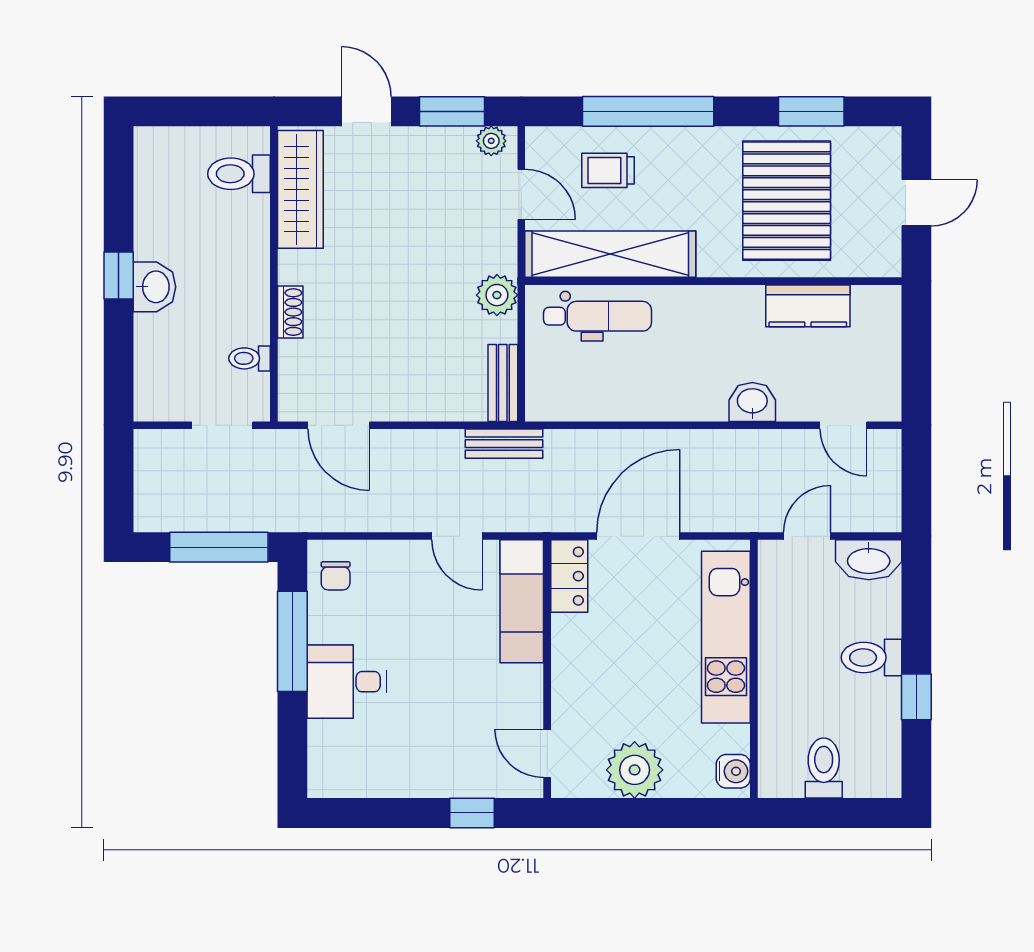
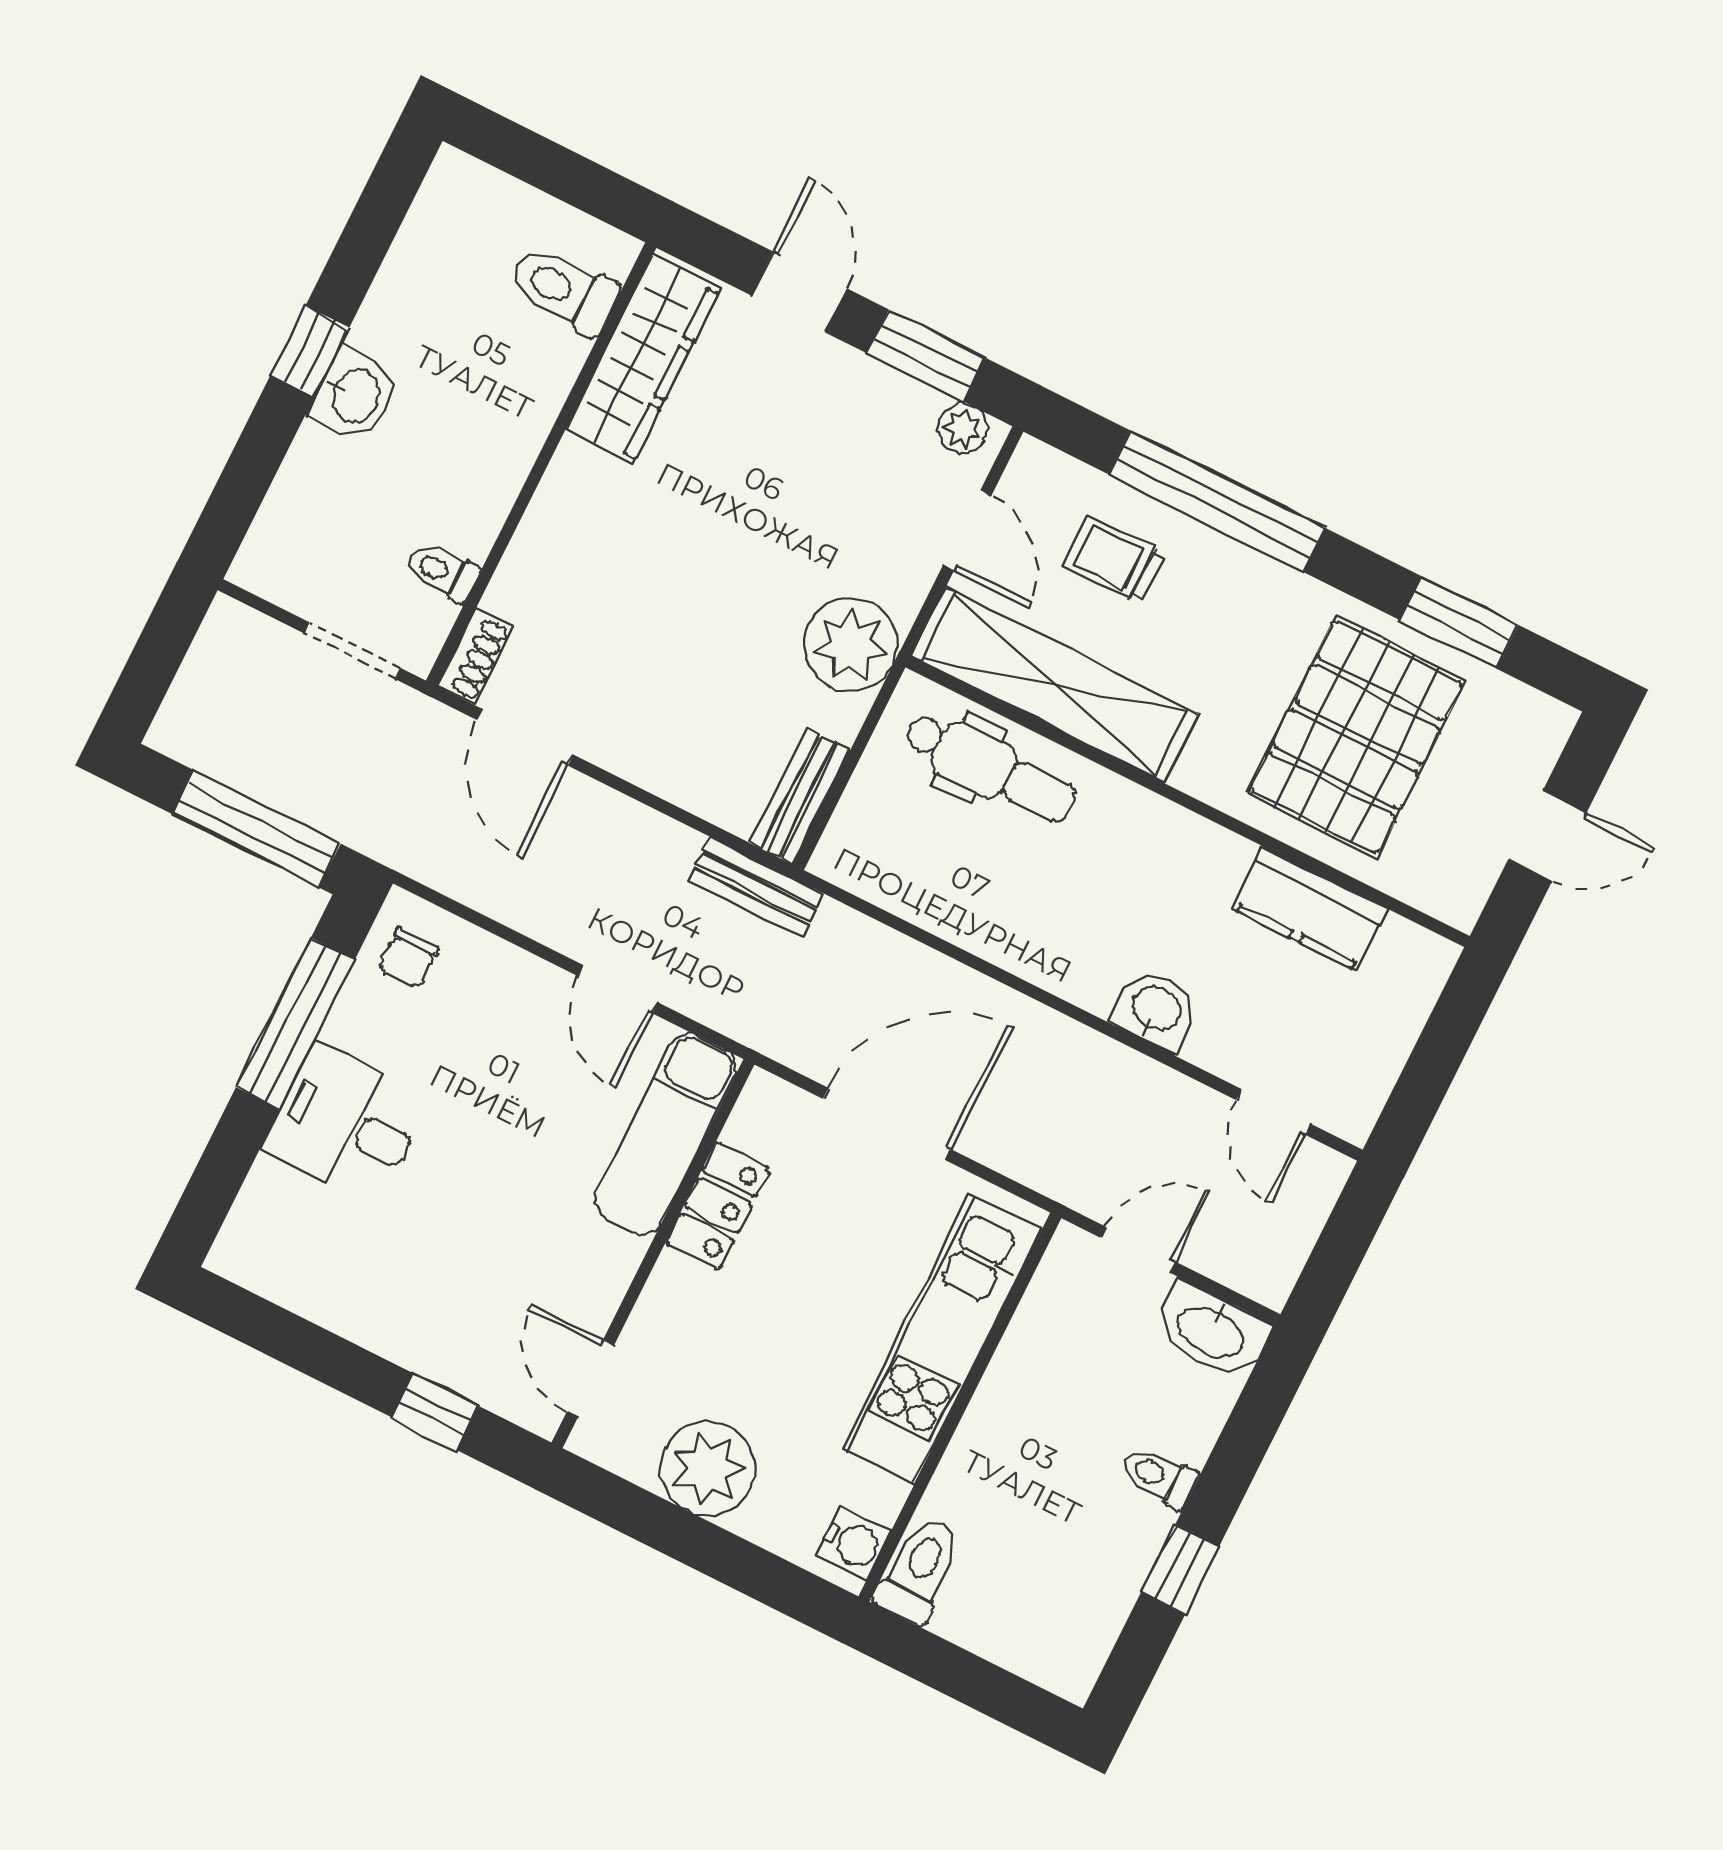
plant: (497, 295) -> (851, 645), width x1.36, depth x1.36
shoe rack: (290, 312) -> (475, 657), moved
locker: (569, 576) -> (718, 1206), moved
toilet: (871, 658) -> (1159, 1476), width x0.73, depth x0.72
toilet: (824, 768) -> (919, 1571), moved

